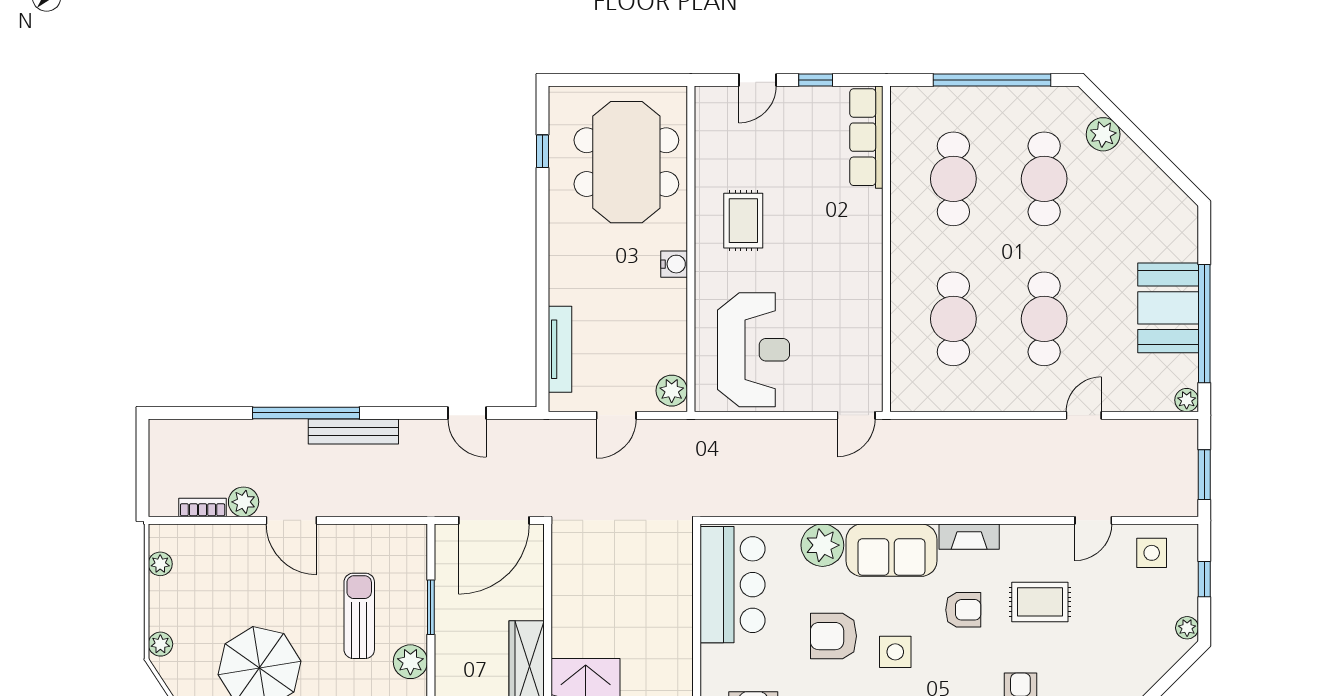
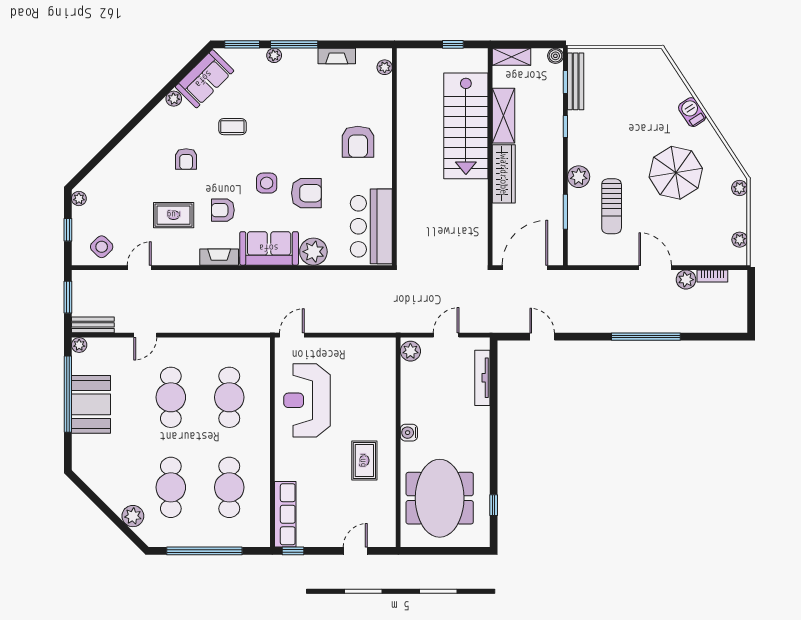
window: (816, 80) -> (293, 551), moved
reception desk: (754, 350) -> (307, 400), moved
bench: (353, 431) -> (93, 325), moved, width x0.73
side table: (1152, 553) -> (102, 247), turned 45

